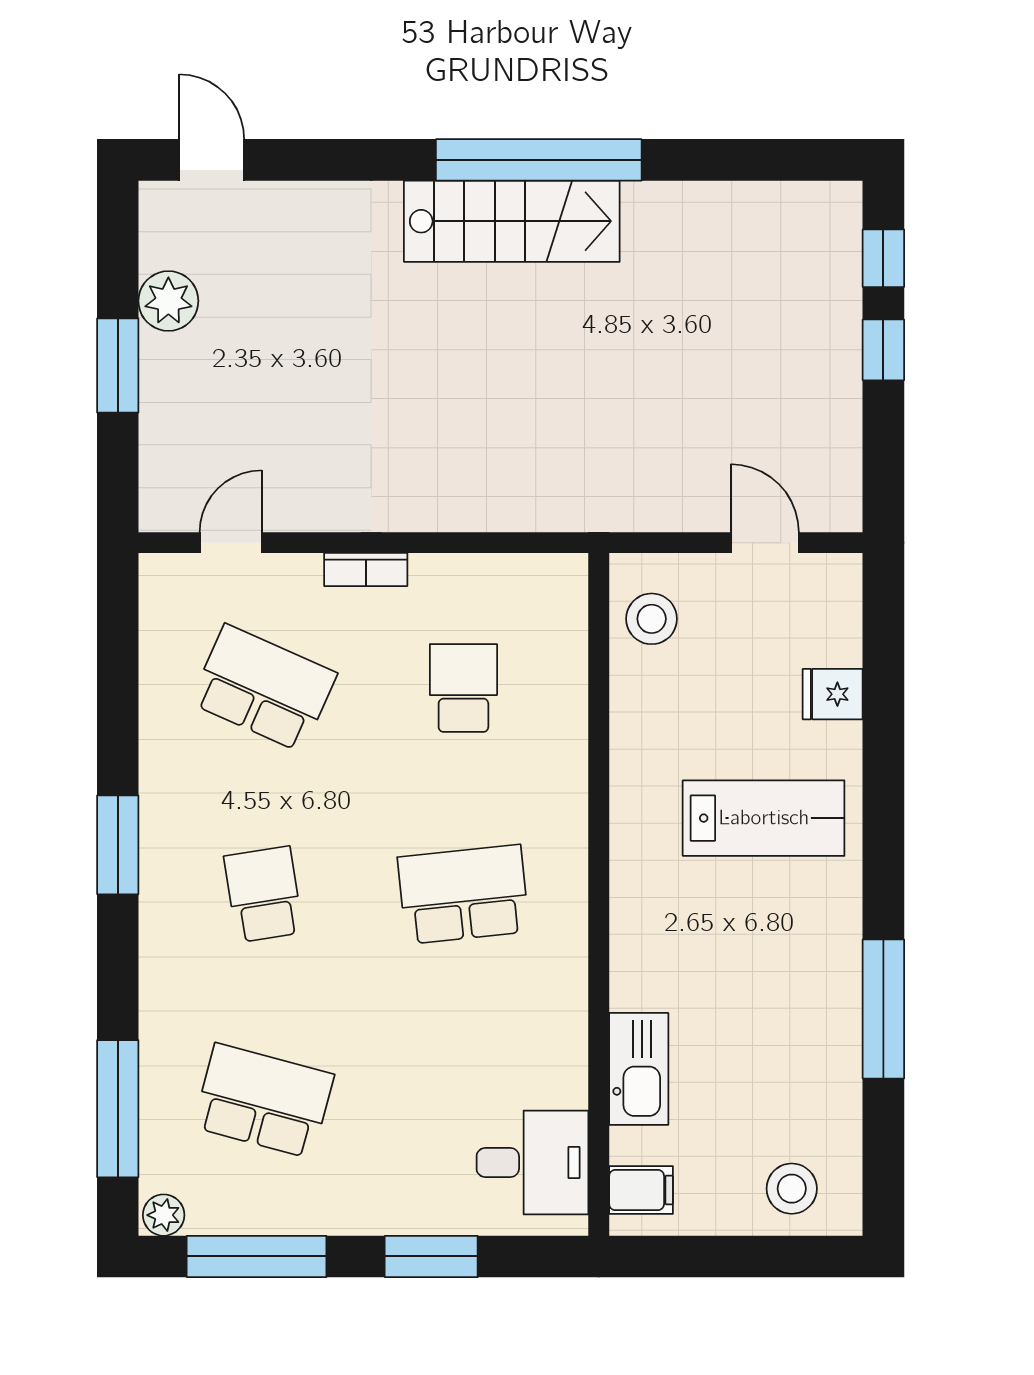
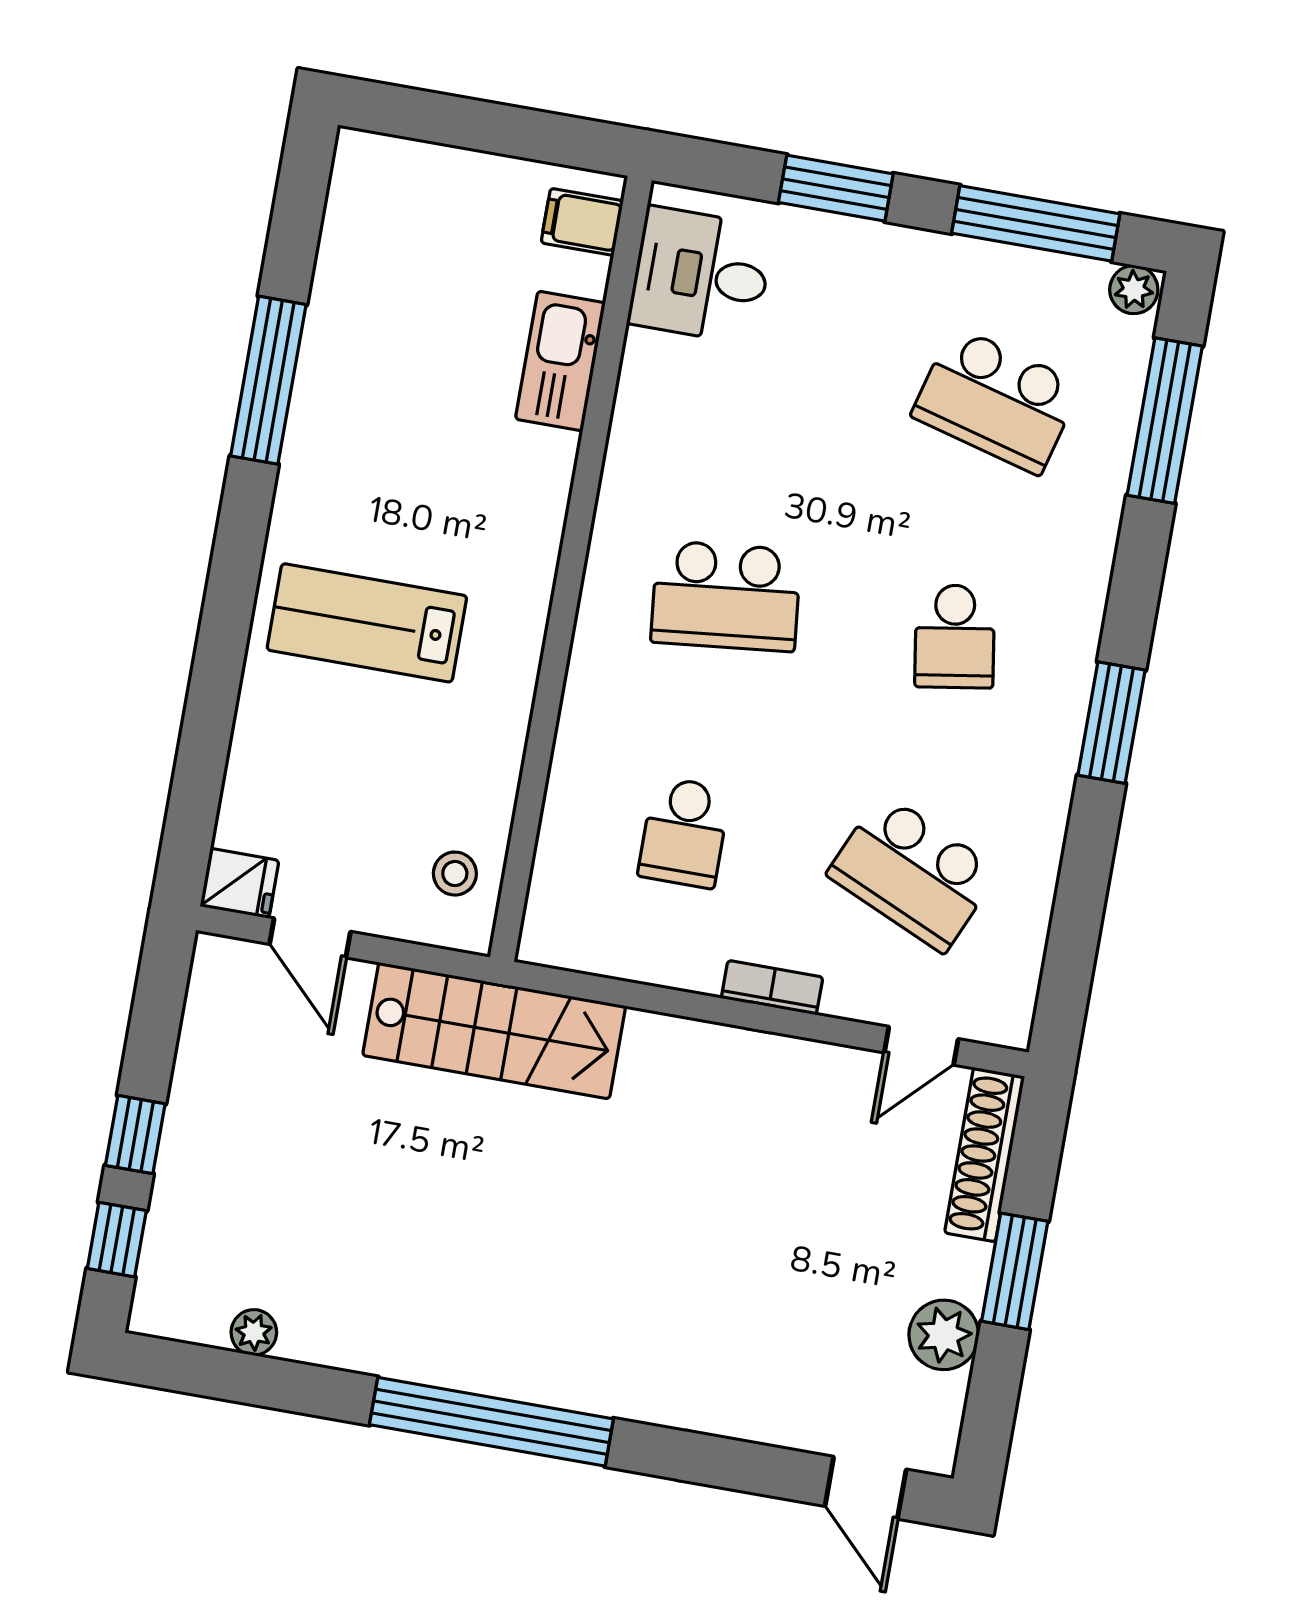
plant: (753, 200) -> (254, 1332), added
stairs: (512, 221) -> (494, 1031), moved, turned 180
shoe rack: (161, 460) -> (985, 1155), added
stool: (652, 619) -> (455, 874), width x0.73, depth x0.73
fridge: (833, 694) -> (240, 883), moved
stool: (792, 1189) -> (409, 193), removed

